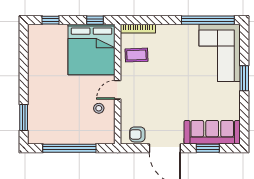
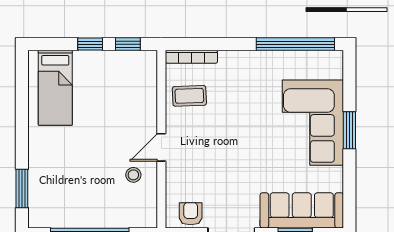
window: (50, 20) -> (90, 44), moved
bed: (92, 50) -> (55, 88), moved, width x0.49
corner sofa: (220, 53) -> (313, 123), moved
armchair: (137, 134) -> (191, 214), turned 90

